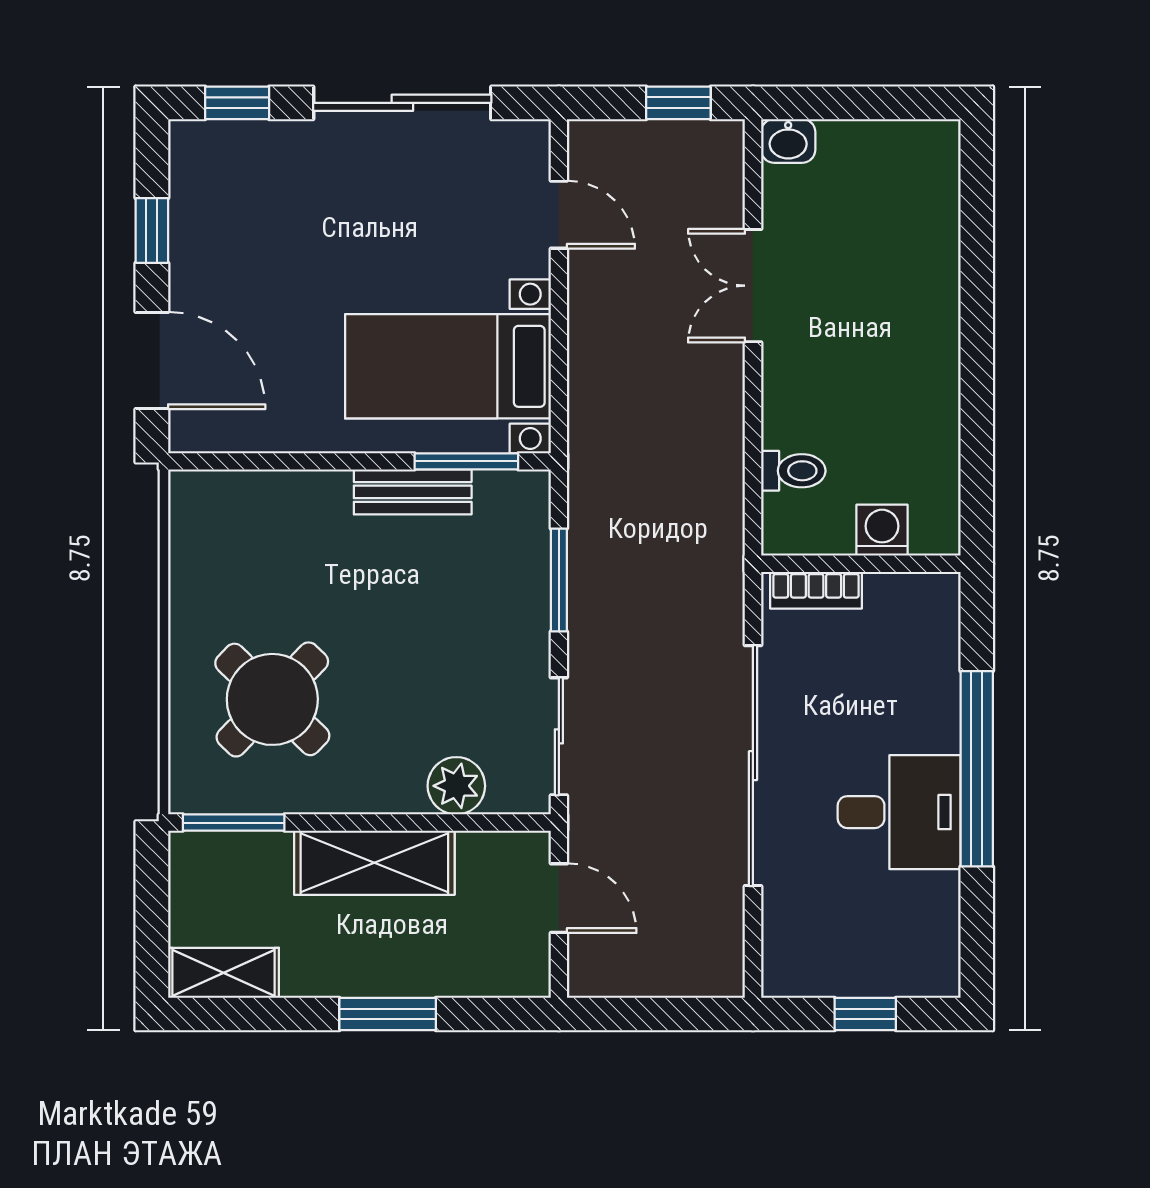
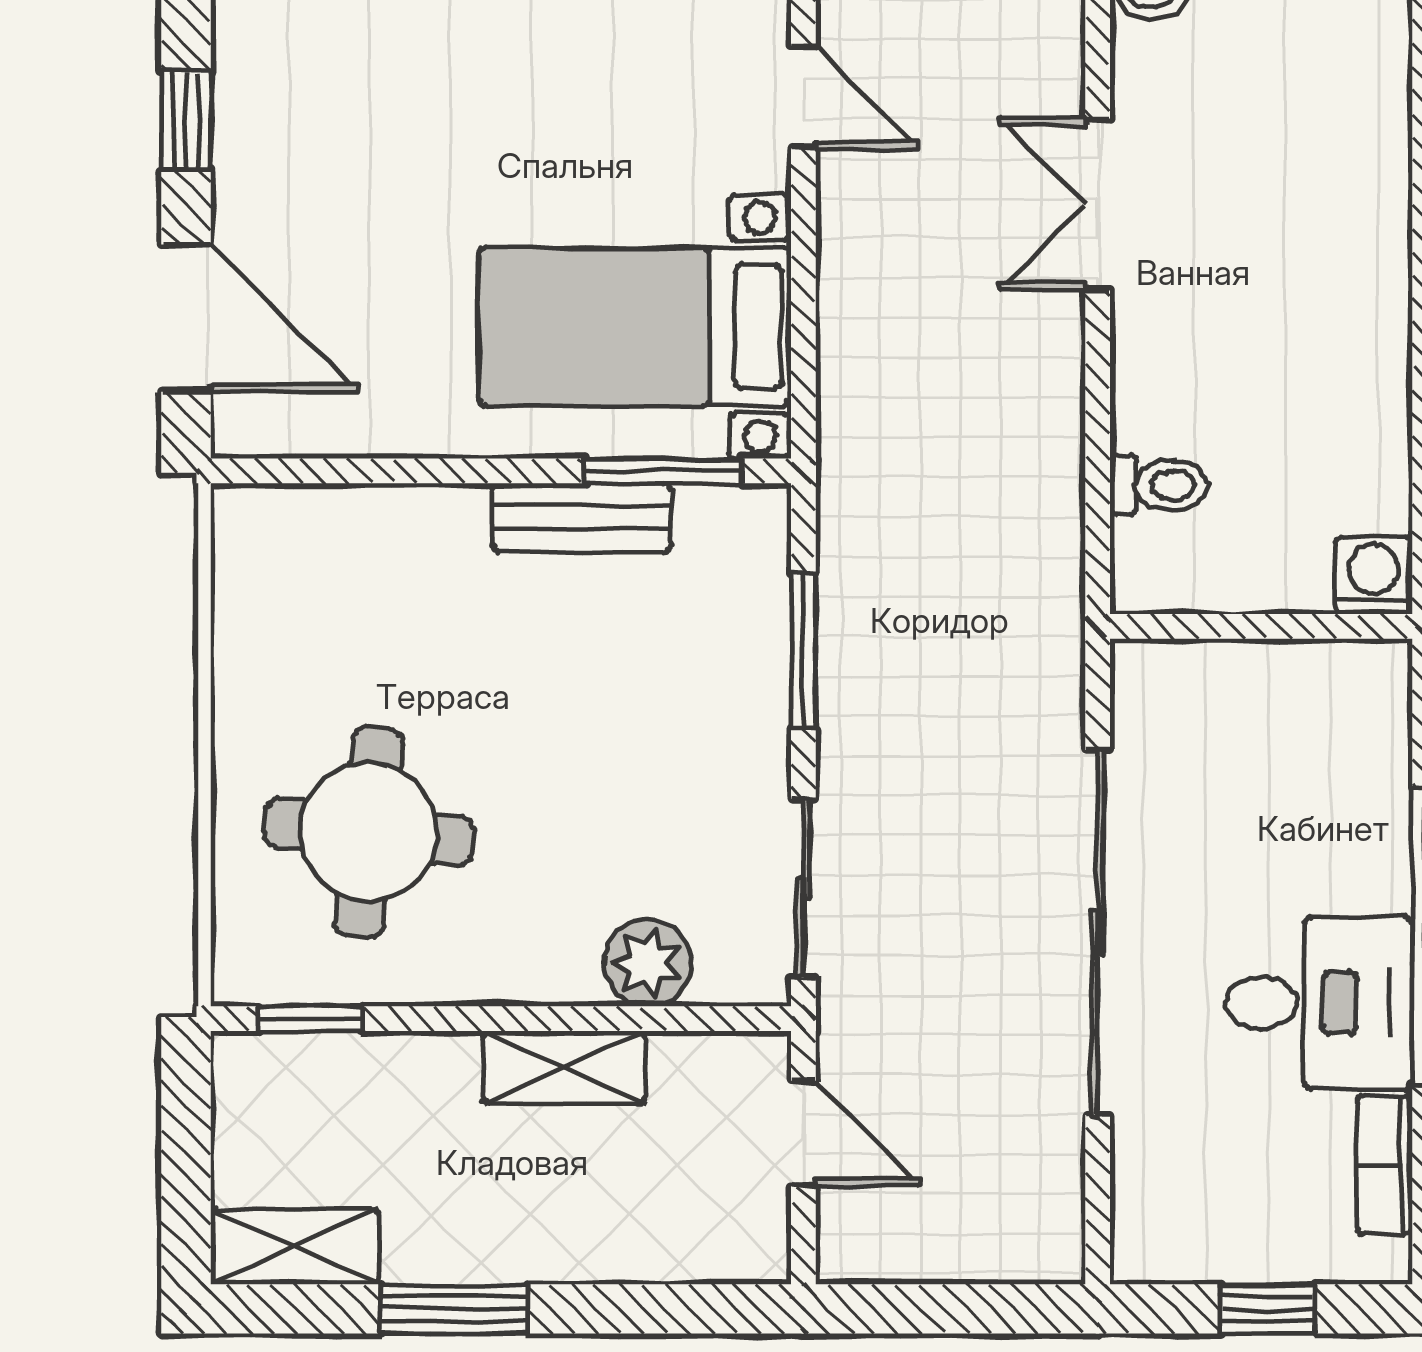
washing machine: (882, 530) -> (1374, 575), moved
bookcase: (816, 590) -> (1385, 1165), moved, turned 90
round table: (272, 699) -> (369, 832), turned -38
window: (234, 823) -> (310, 1019), width x0.67
shelving: (374, 863) -> (564, 1067), width x0.67, depth x0.75
window: (388, 1014) -> (454, 1309), moved

